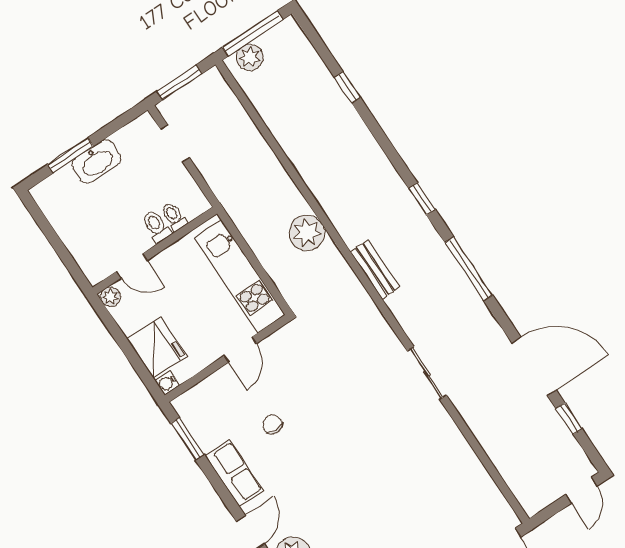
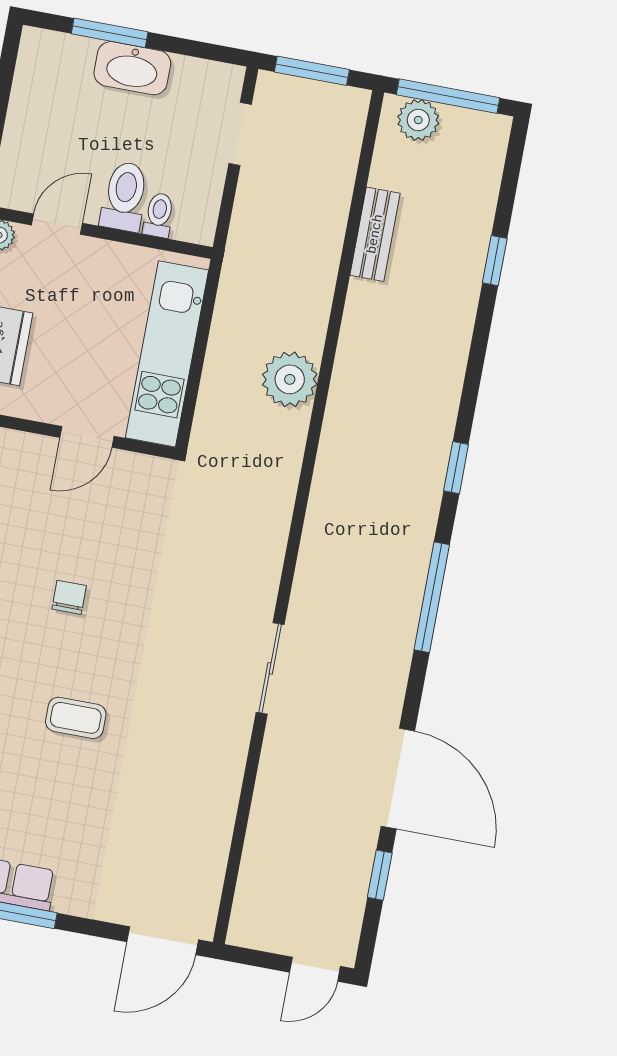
toilet: (156, 226) -> (125, 196), width x1.37, depth x1.39
door: (132, 266) -> (57, 224), swing flipped
bench: (375, 269) -> (375, 234), moved
chair: (272, 425) -> (69, 597), moved
coffee table: (360, 482) -> (76, 718), added

